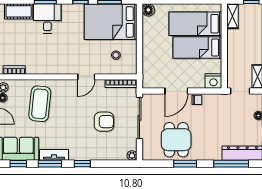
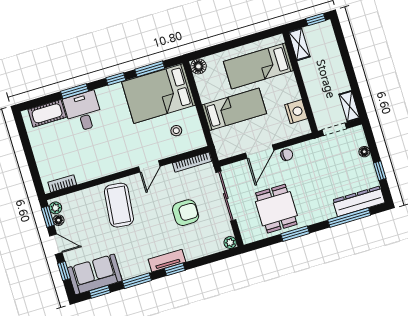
bed: (197, 47) -> (234, 109), moved, turned 180
nightstand: (213, 81) -> (296, 112), moved, turned -90
coffee table: (40, 104) -> (119, 205), moved
tv unit: (54, 155) -> (167, 261), moved

